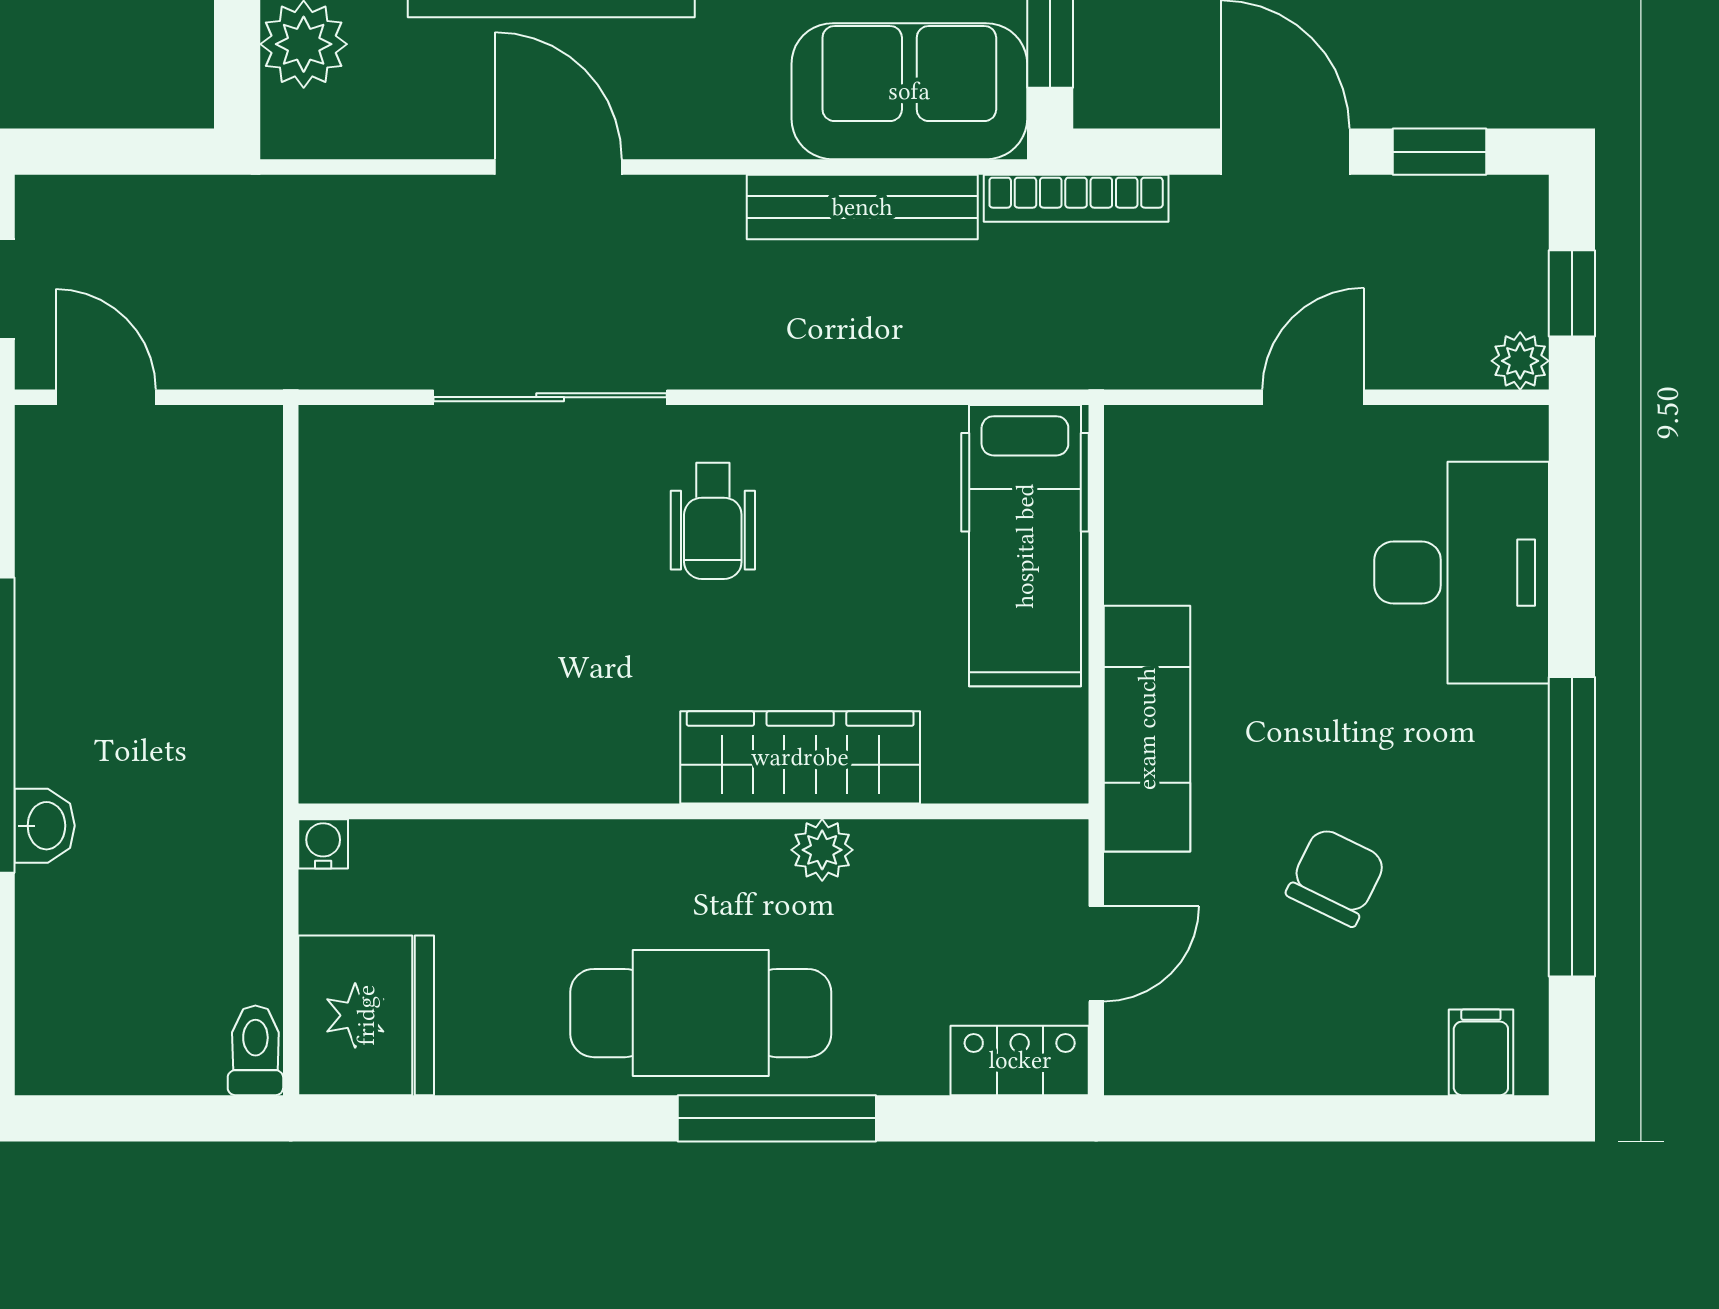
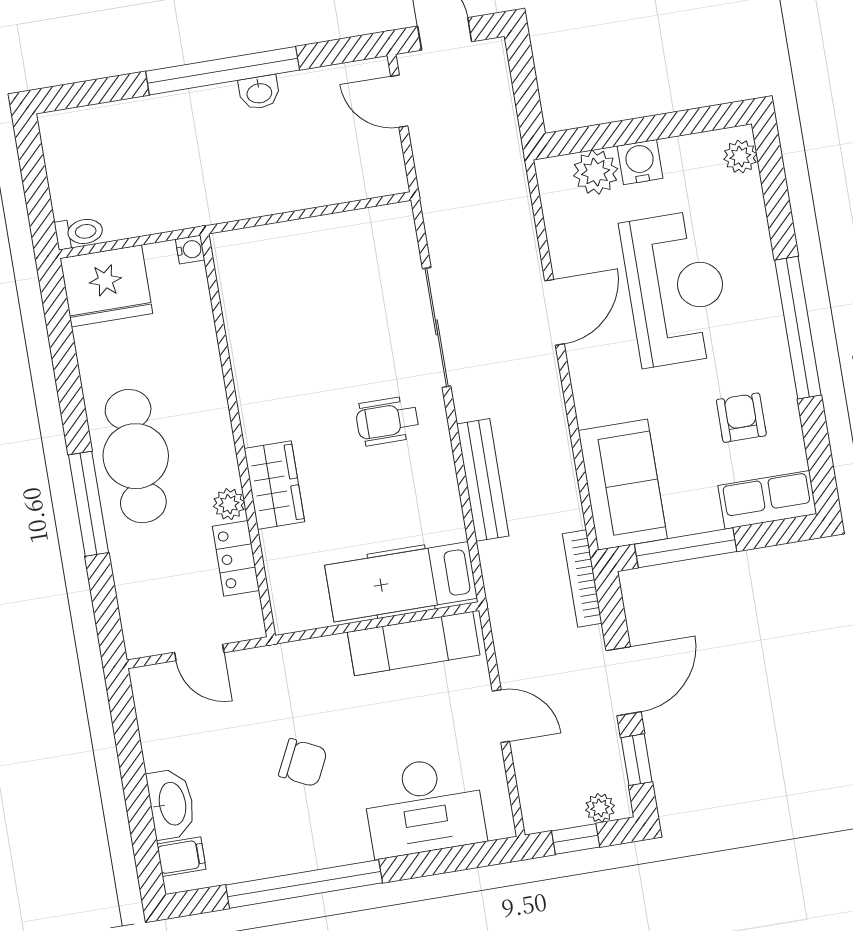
bench: (862, 207) -> (483, 480), moved
plant: (1520, 361) -> (600, 808), moved
door: (106, 397) -> (399, 101), swing flipped
exam couch: (1147, 729) -> (414, 644), moved
wardrobe: (800, 757) -> (274, 485), width x0.67
washbasin: (45, 826) -> (259, 92), moved
chair: (1336, 877) -> (303, 763), moved
washbasin: (1377, 1055) -> (171, 804), added
locker: (1020, 1060) -> (236, 558), moved, turned 180

